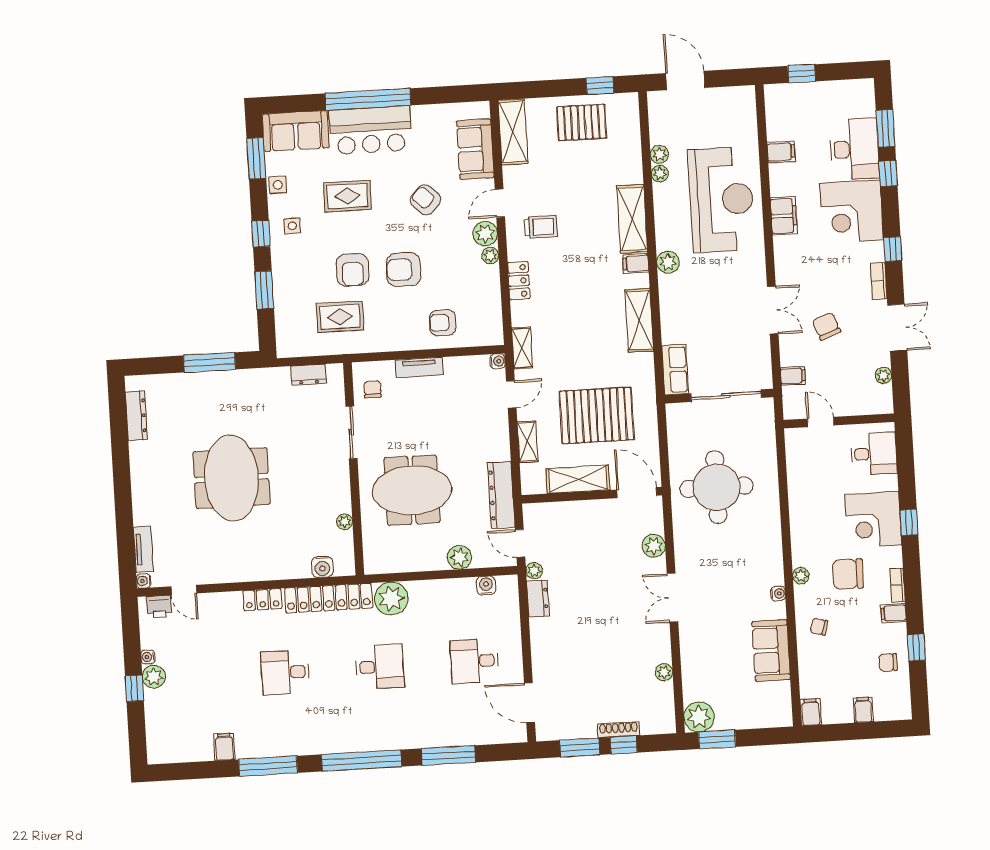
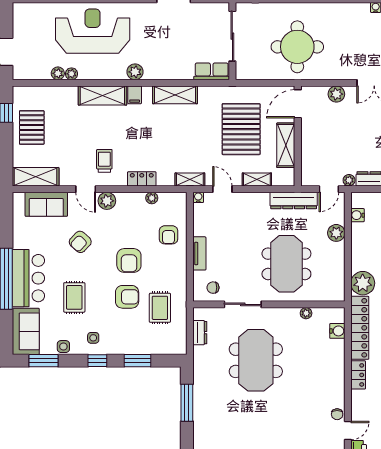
plant: (490, 256) -> (152, 198), moved
meeting table: (231, 478) -> (256, 360), moved, turned 90
chair: (206, 573) -> (337, 414), added

